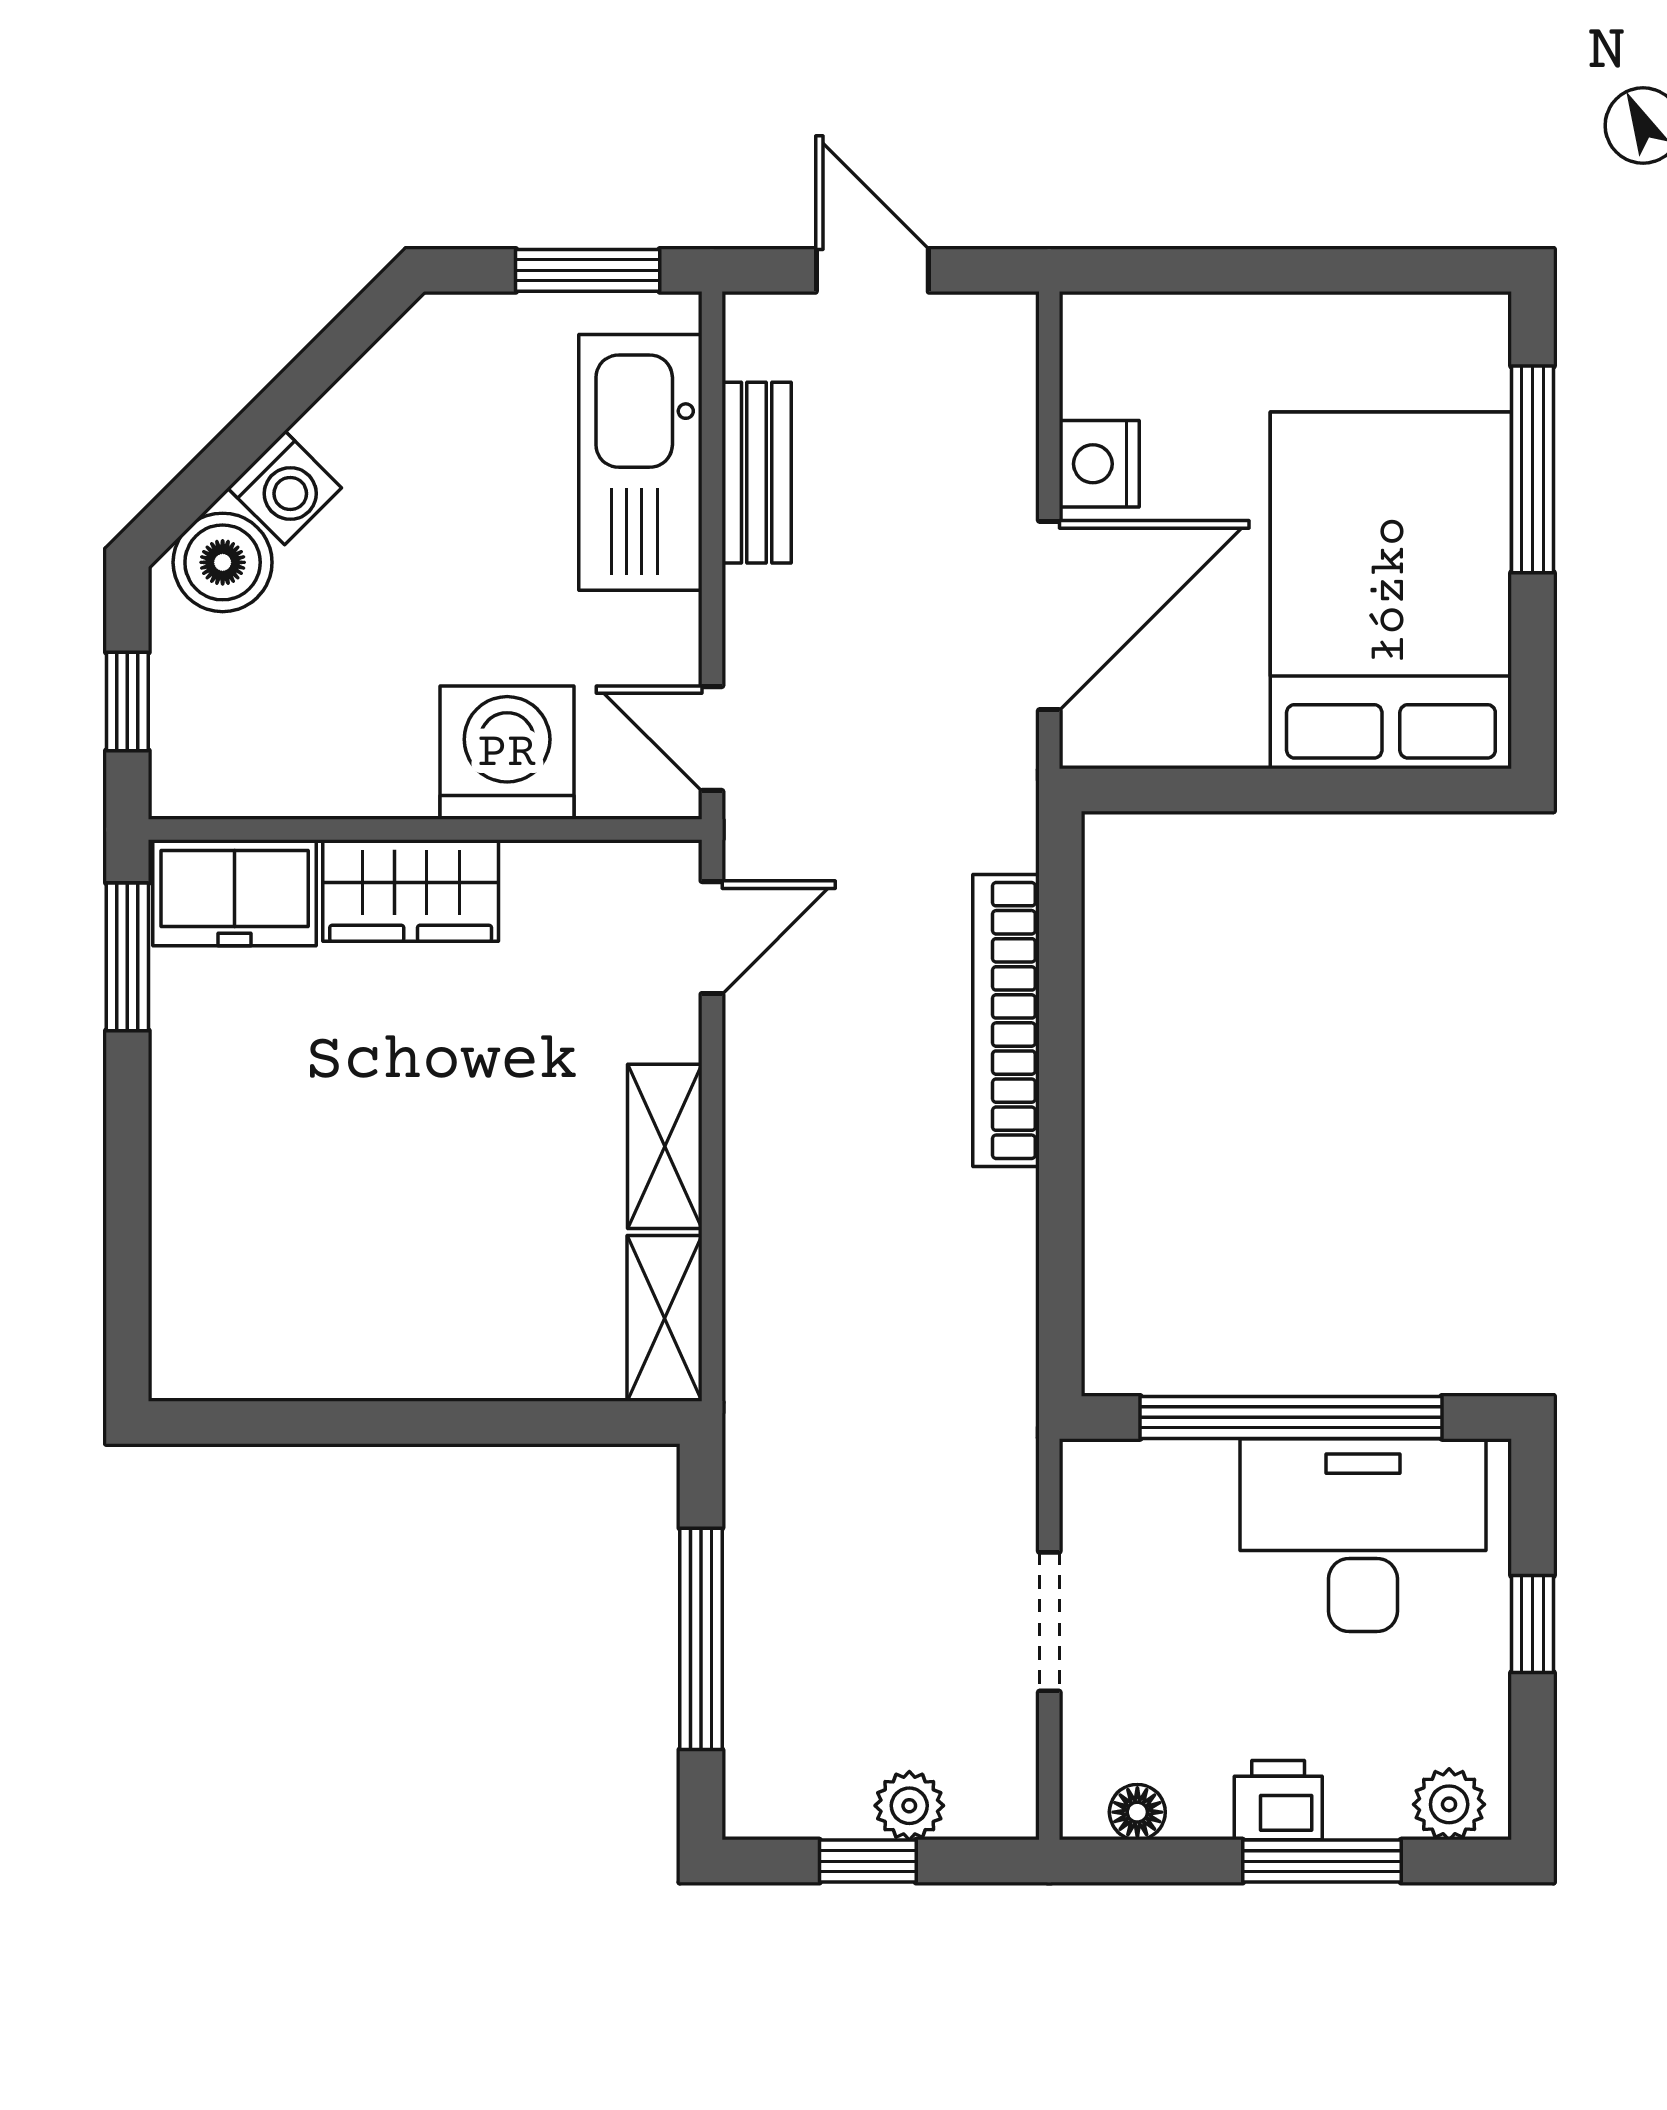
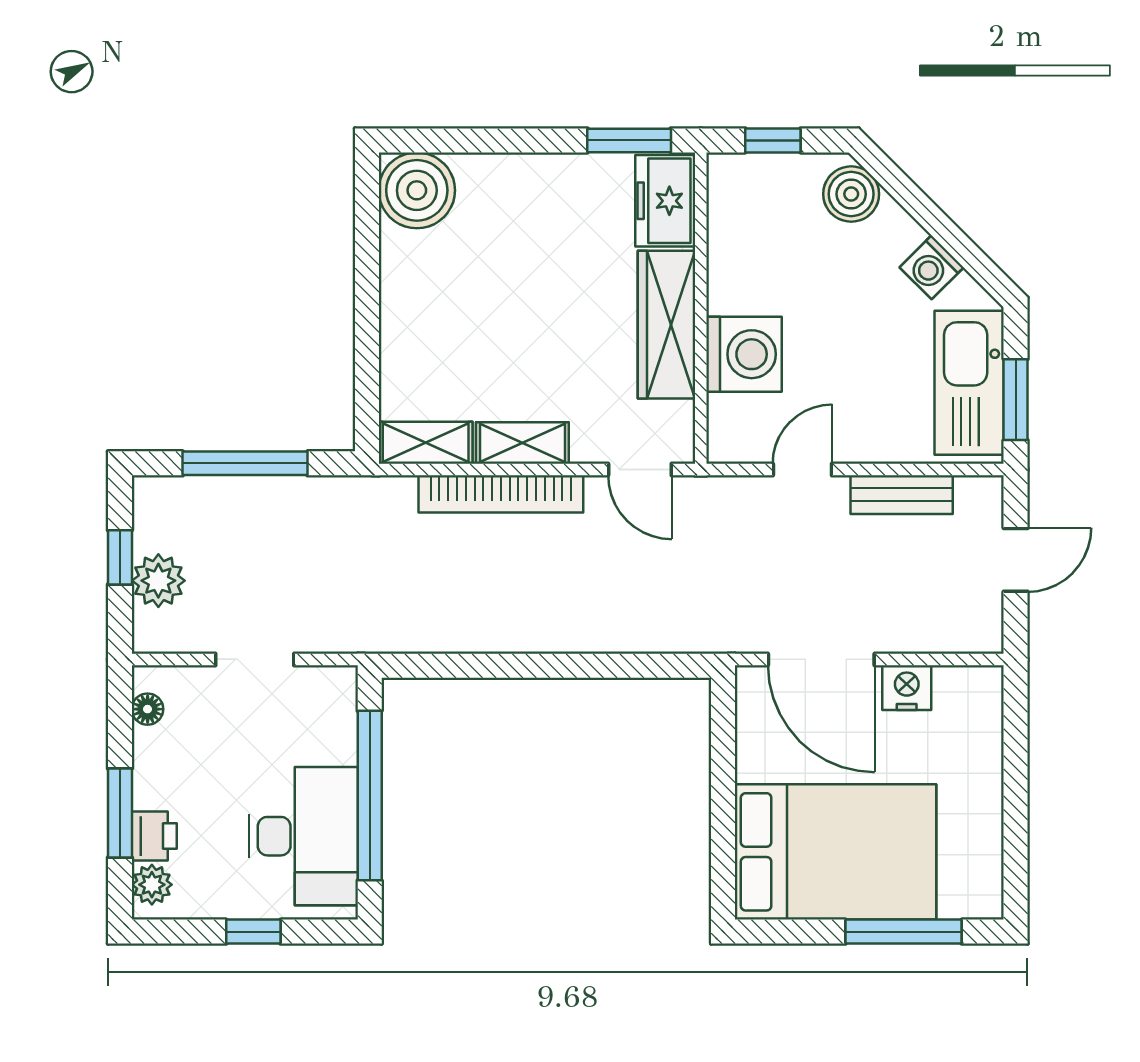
kitchen sink: (640, 462) -> (969, 383), moved, turned -90
washing machine: (285, 488) -> (932, 267), moved
door: (712, 739) -> (802, 470), moved
wardrobe: (411, 891) -> (666, 325), width x1.50
bookcase: (1006, 1020) -> (501, 494), moved, turned 180
boiler: (216, 1334) -> (417, 190), added
printer: (1278, 1800) -> (154, 836), moved
plant: (909, 1806) -> (158, 581), width x1.38, depth x1.38

